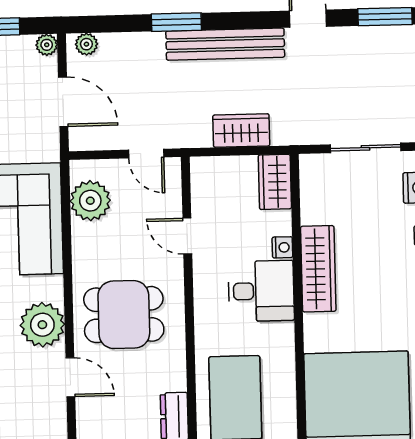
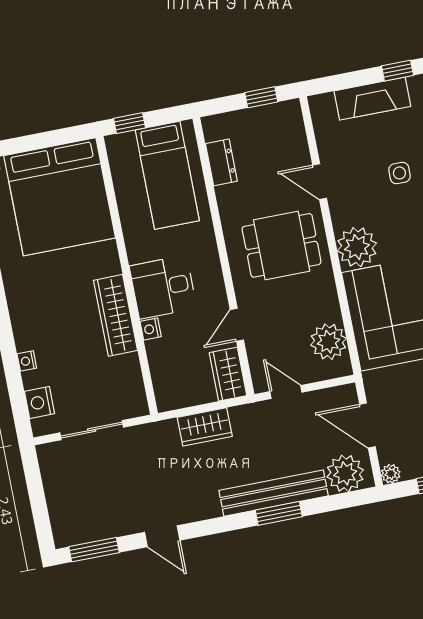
plant: (86, 44) -> (345, 473), width x1.88, depth x1.88
bench: (225, 44) -> (274, 493), moved
wardrobe: (275, 182) -> (228, 374), moved, turned 180
door: (187, 236) -> (237, 325), swing flipped
plant: (42, 325) -> (357, 247), moved

